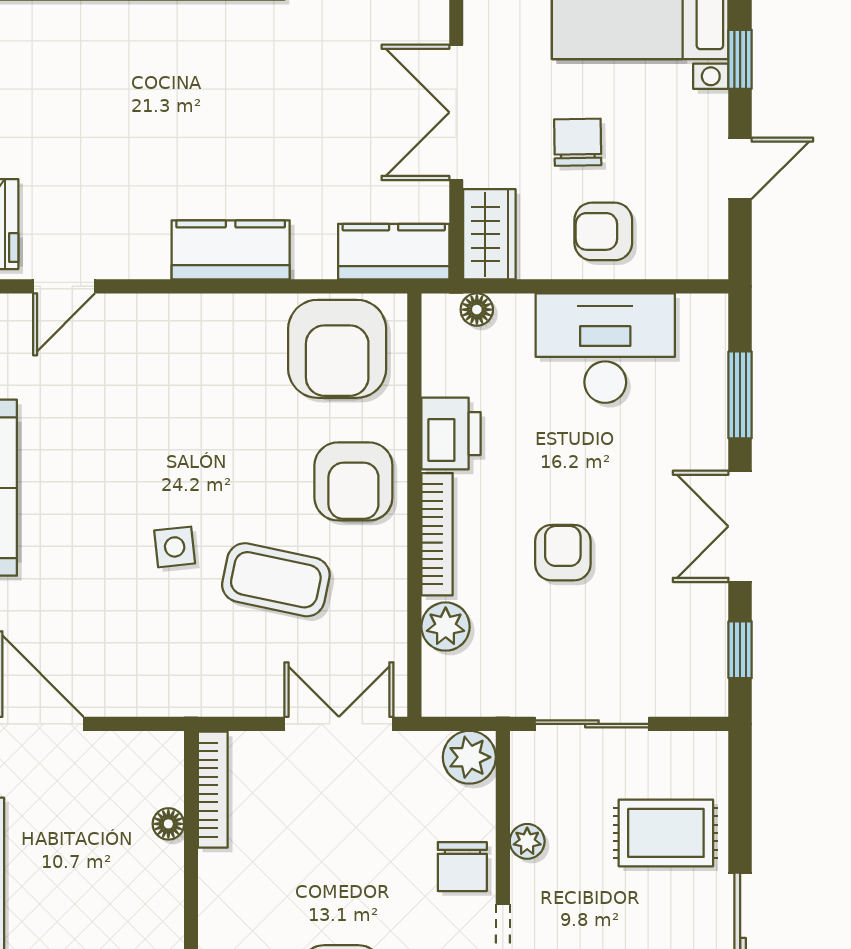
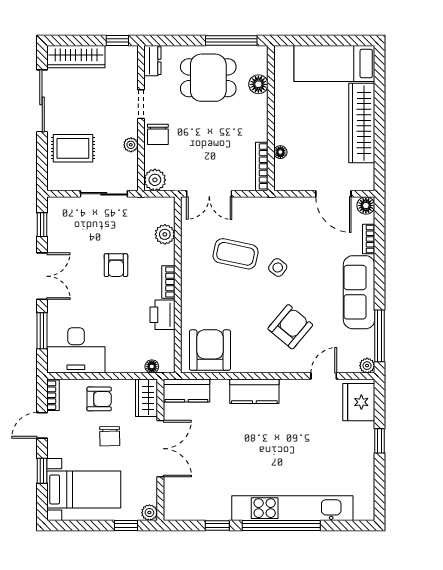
bookcase: (714, 240) -> (53, 395), added
desk: (605, 348) -> (76, 350), moved
armchair: (353, 481) -> (290, 327), moved, turned 40
bookcase: (437, 534) -> (168, 282), width x0.64
side table: (175, 547) -> (278, 267), turned 45
chair: (462, 867) -> (158, 134), turned 180

